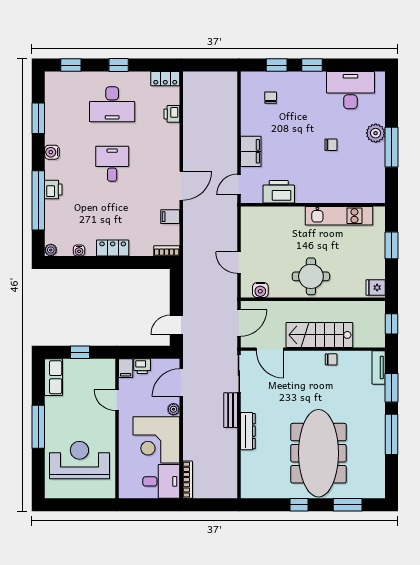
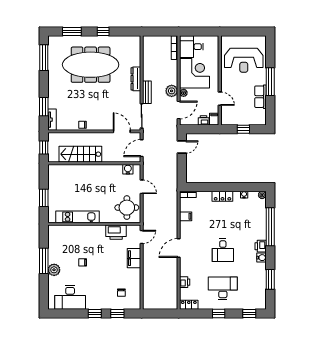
door: (181, 186) -> (179, 248), moved
printer: (53, 189) -> (261, 246), moved
round table: (311, 276) -> (127, 208), moved
fridge: (376, 288) -> (54, 171), removed
stairs: (319, 335) -> (80, 154), moved, turned 180
row of seats: (54, 377) -> (260, 97), moved
plant: (192, 412) -> (172, 91), added
window: (391, 434) -> (44, 58), moved
meeting table: (319, 453) -> (91, 65), turned 90

